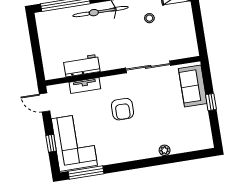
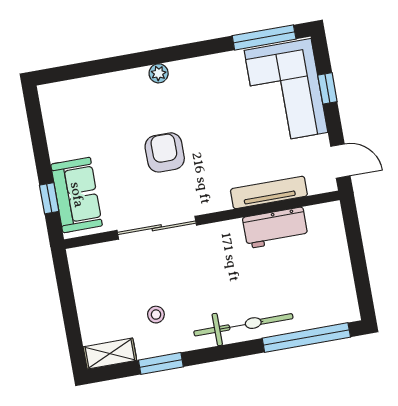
tv unit: (85, 85) -> (269, 192), width x1.41
window: (211, 102) -> (49, 198), moved
armchair: (122, 109) -> (165, 152), moved
plant: (165, 150) -> (159, 73), moved

